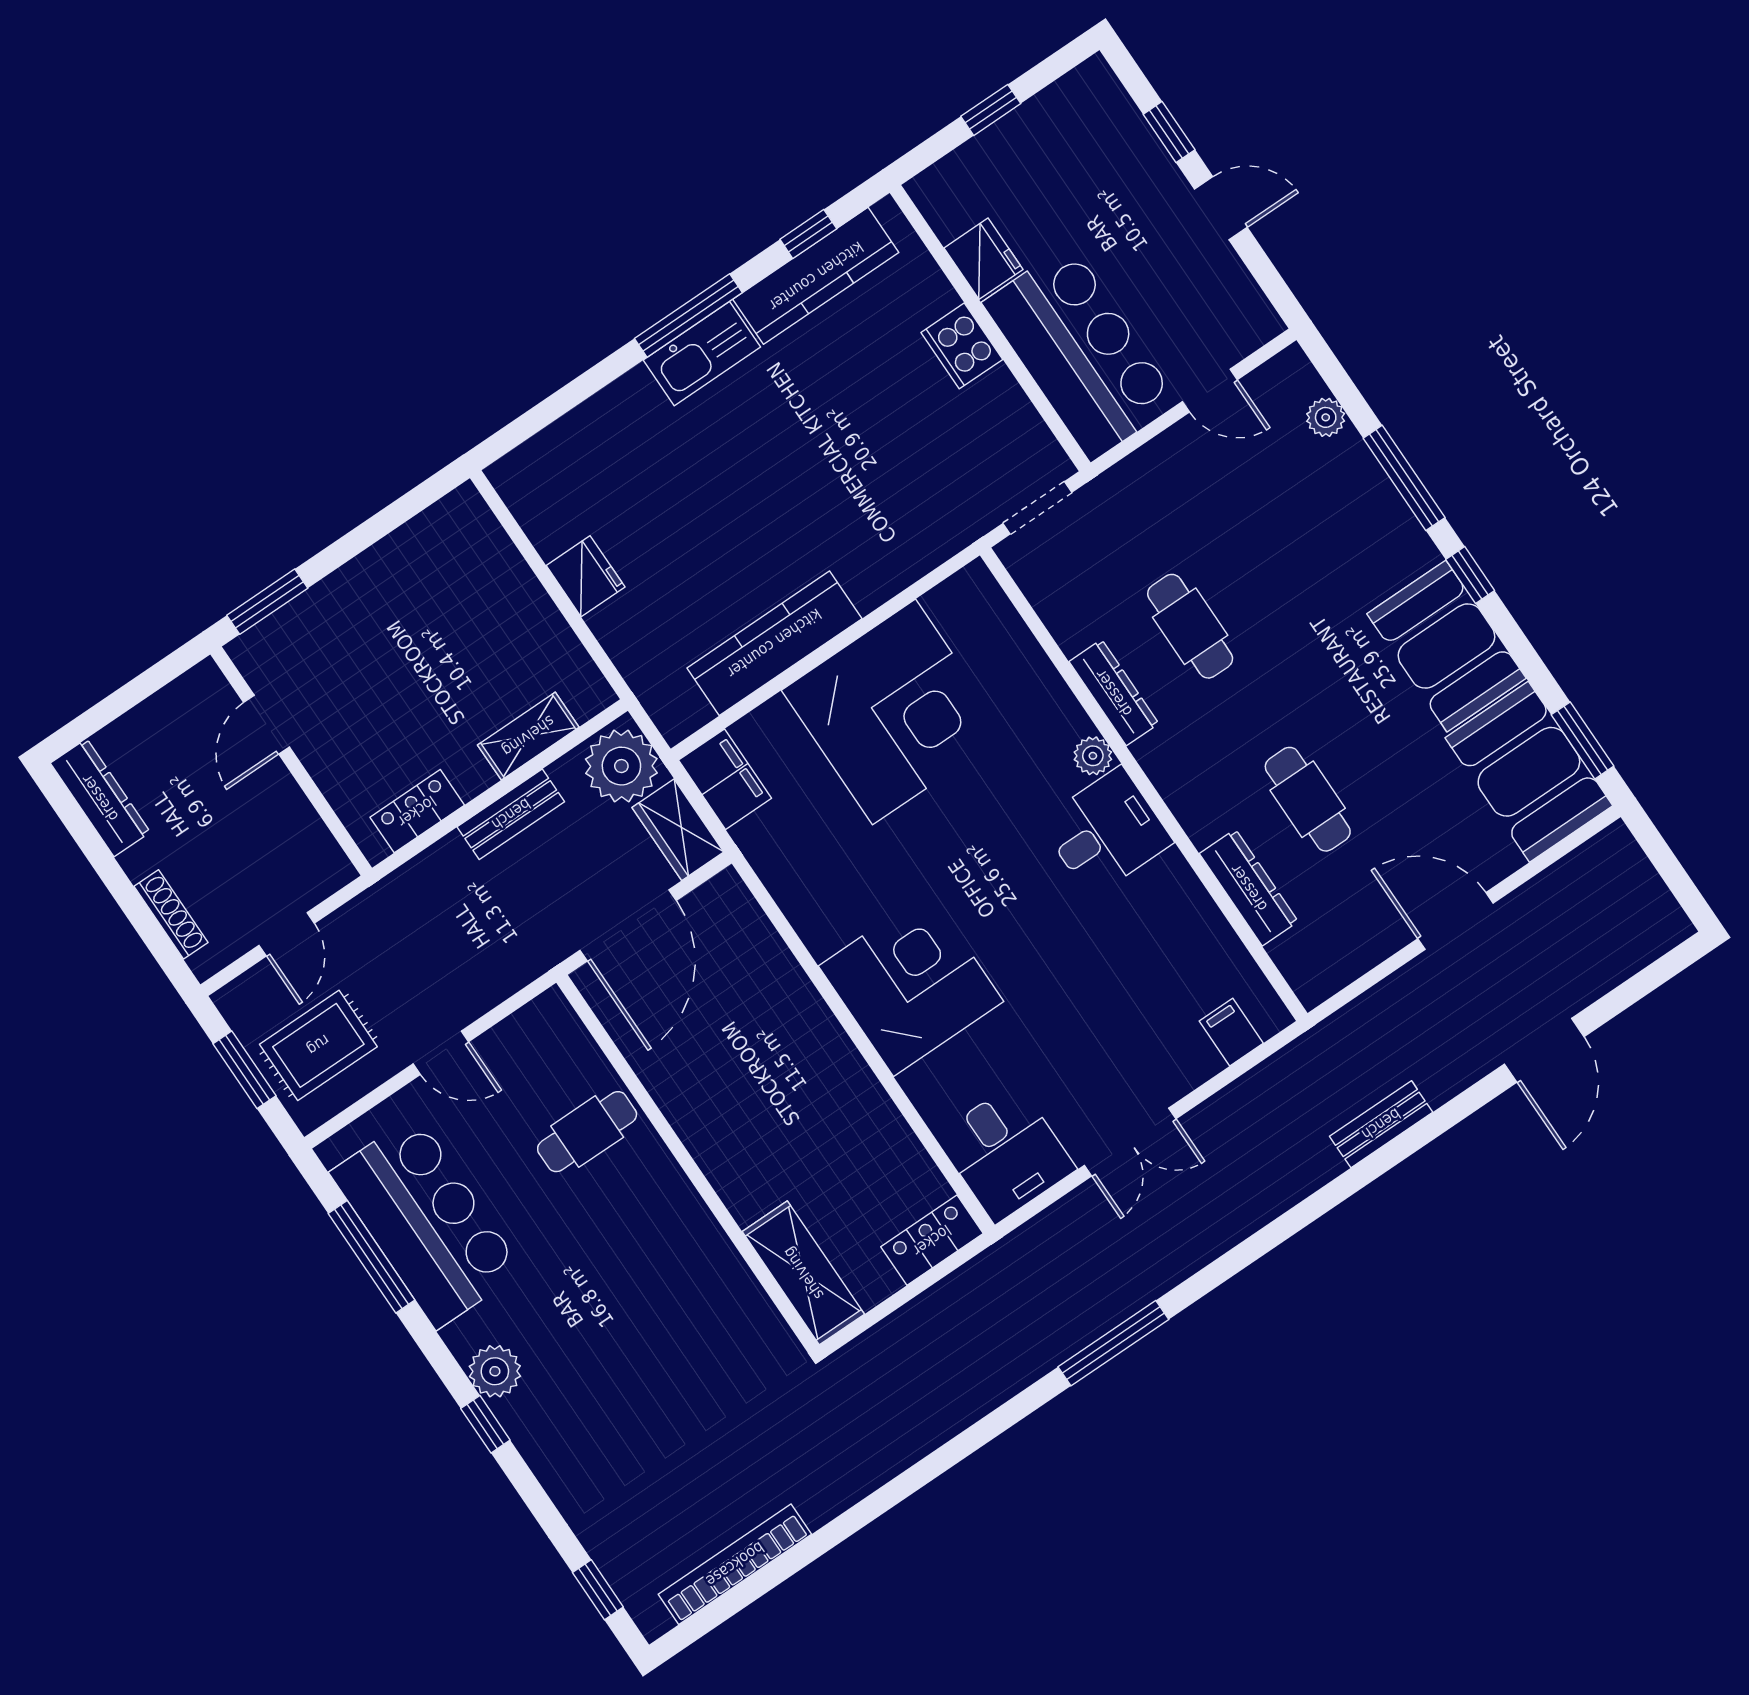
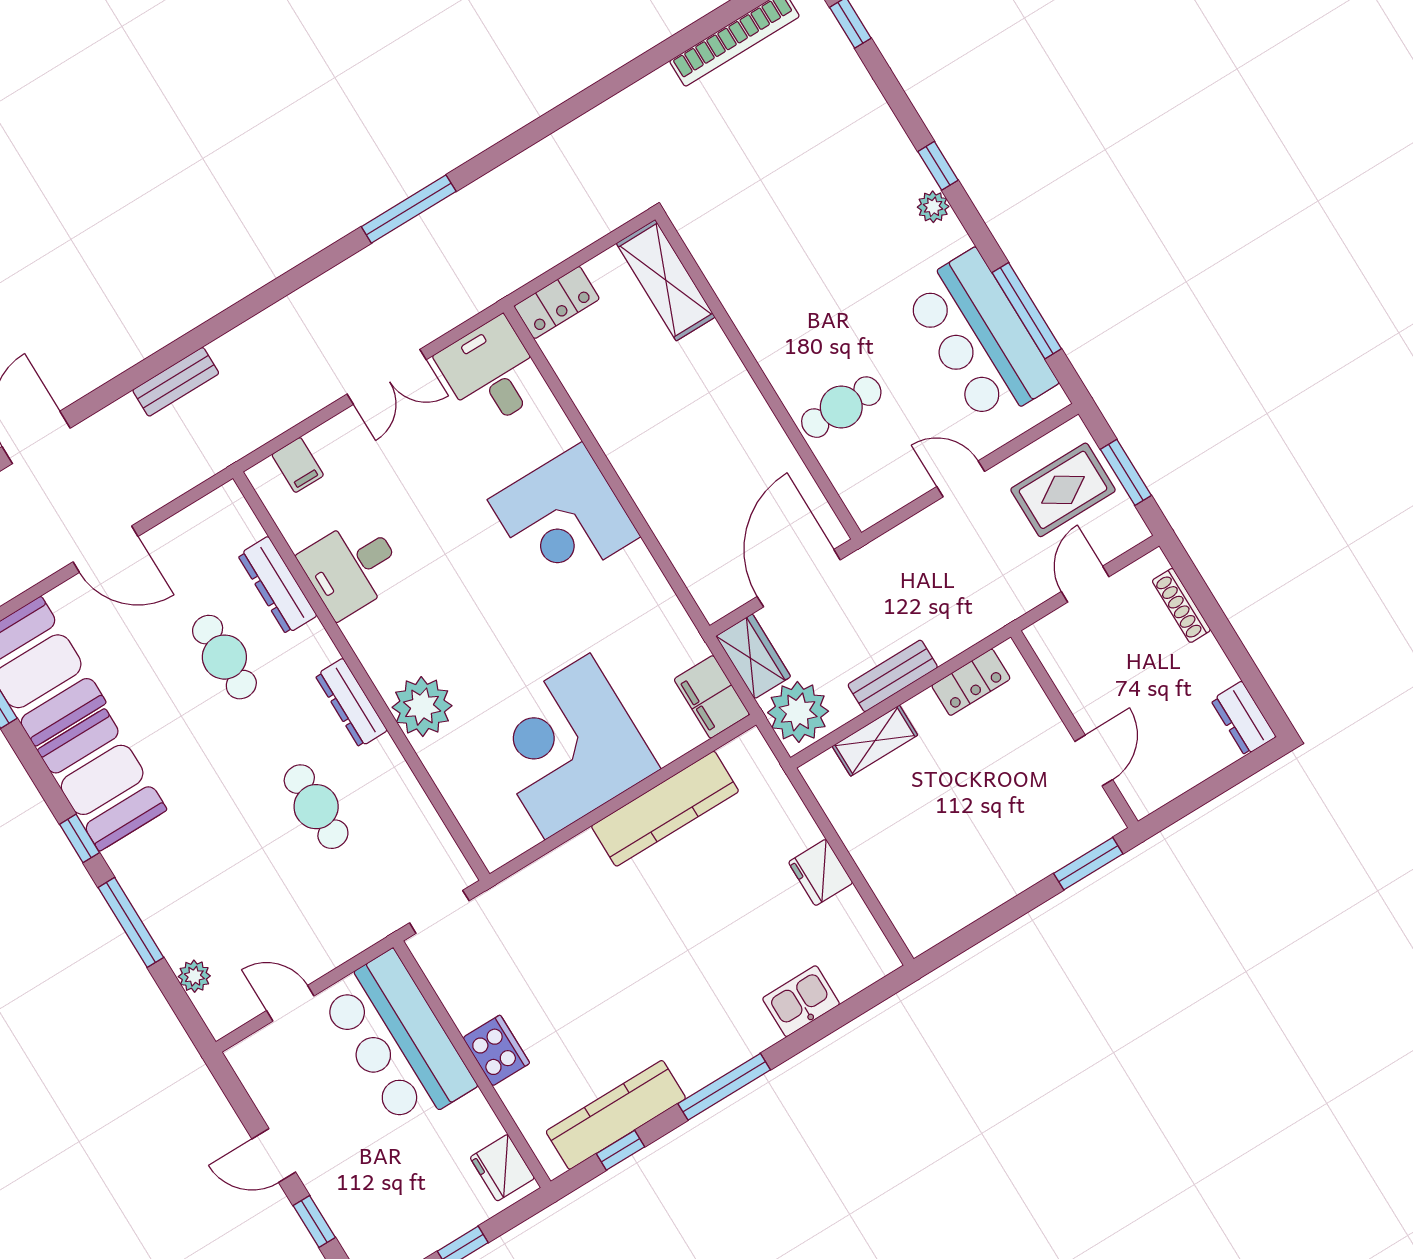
fridge: (984, 259) -> (502, 1168), moved
kitchen sink: (702, 354) -> (801, 1001), moved, width x0.73
dresser: (1114, 693) -> (351, 703), moved
plant: (1093, 756) -> (422, 707), width x1.88, depth x1.88
dresser: (100, 798) -> (1243, 718), width x0.70
desk: (1106, 832) -> (352, 567), moved
double door: (1130, 1142) -> (387, 377), swing flipped
plant: (495, 1371) -> (933, 207), width x0.73, depth x0.73

